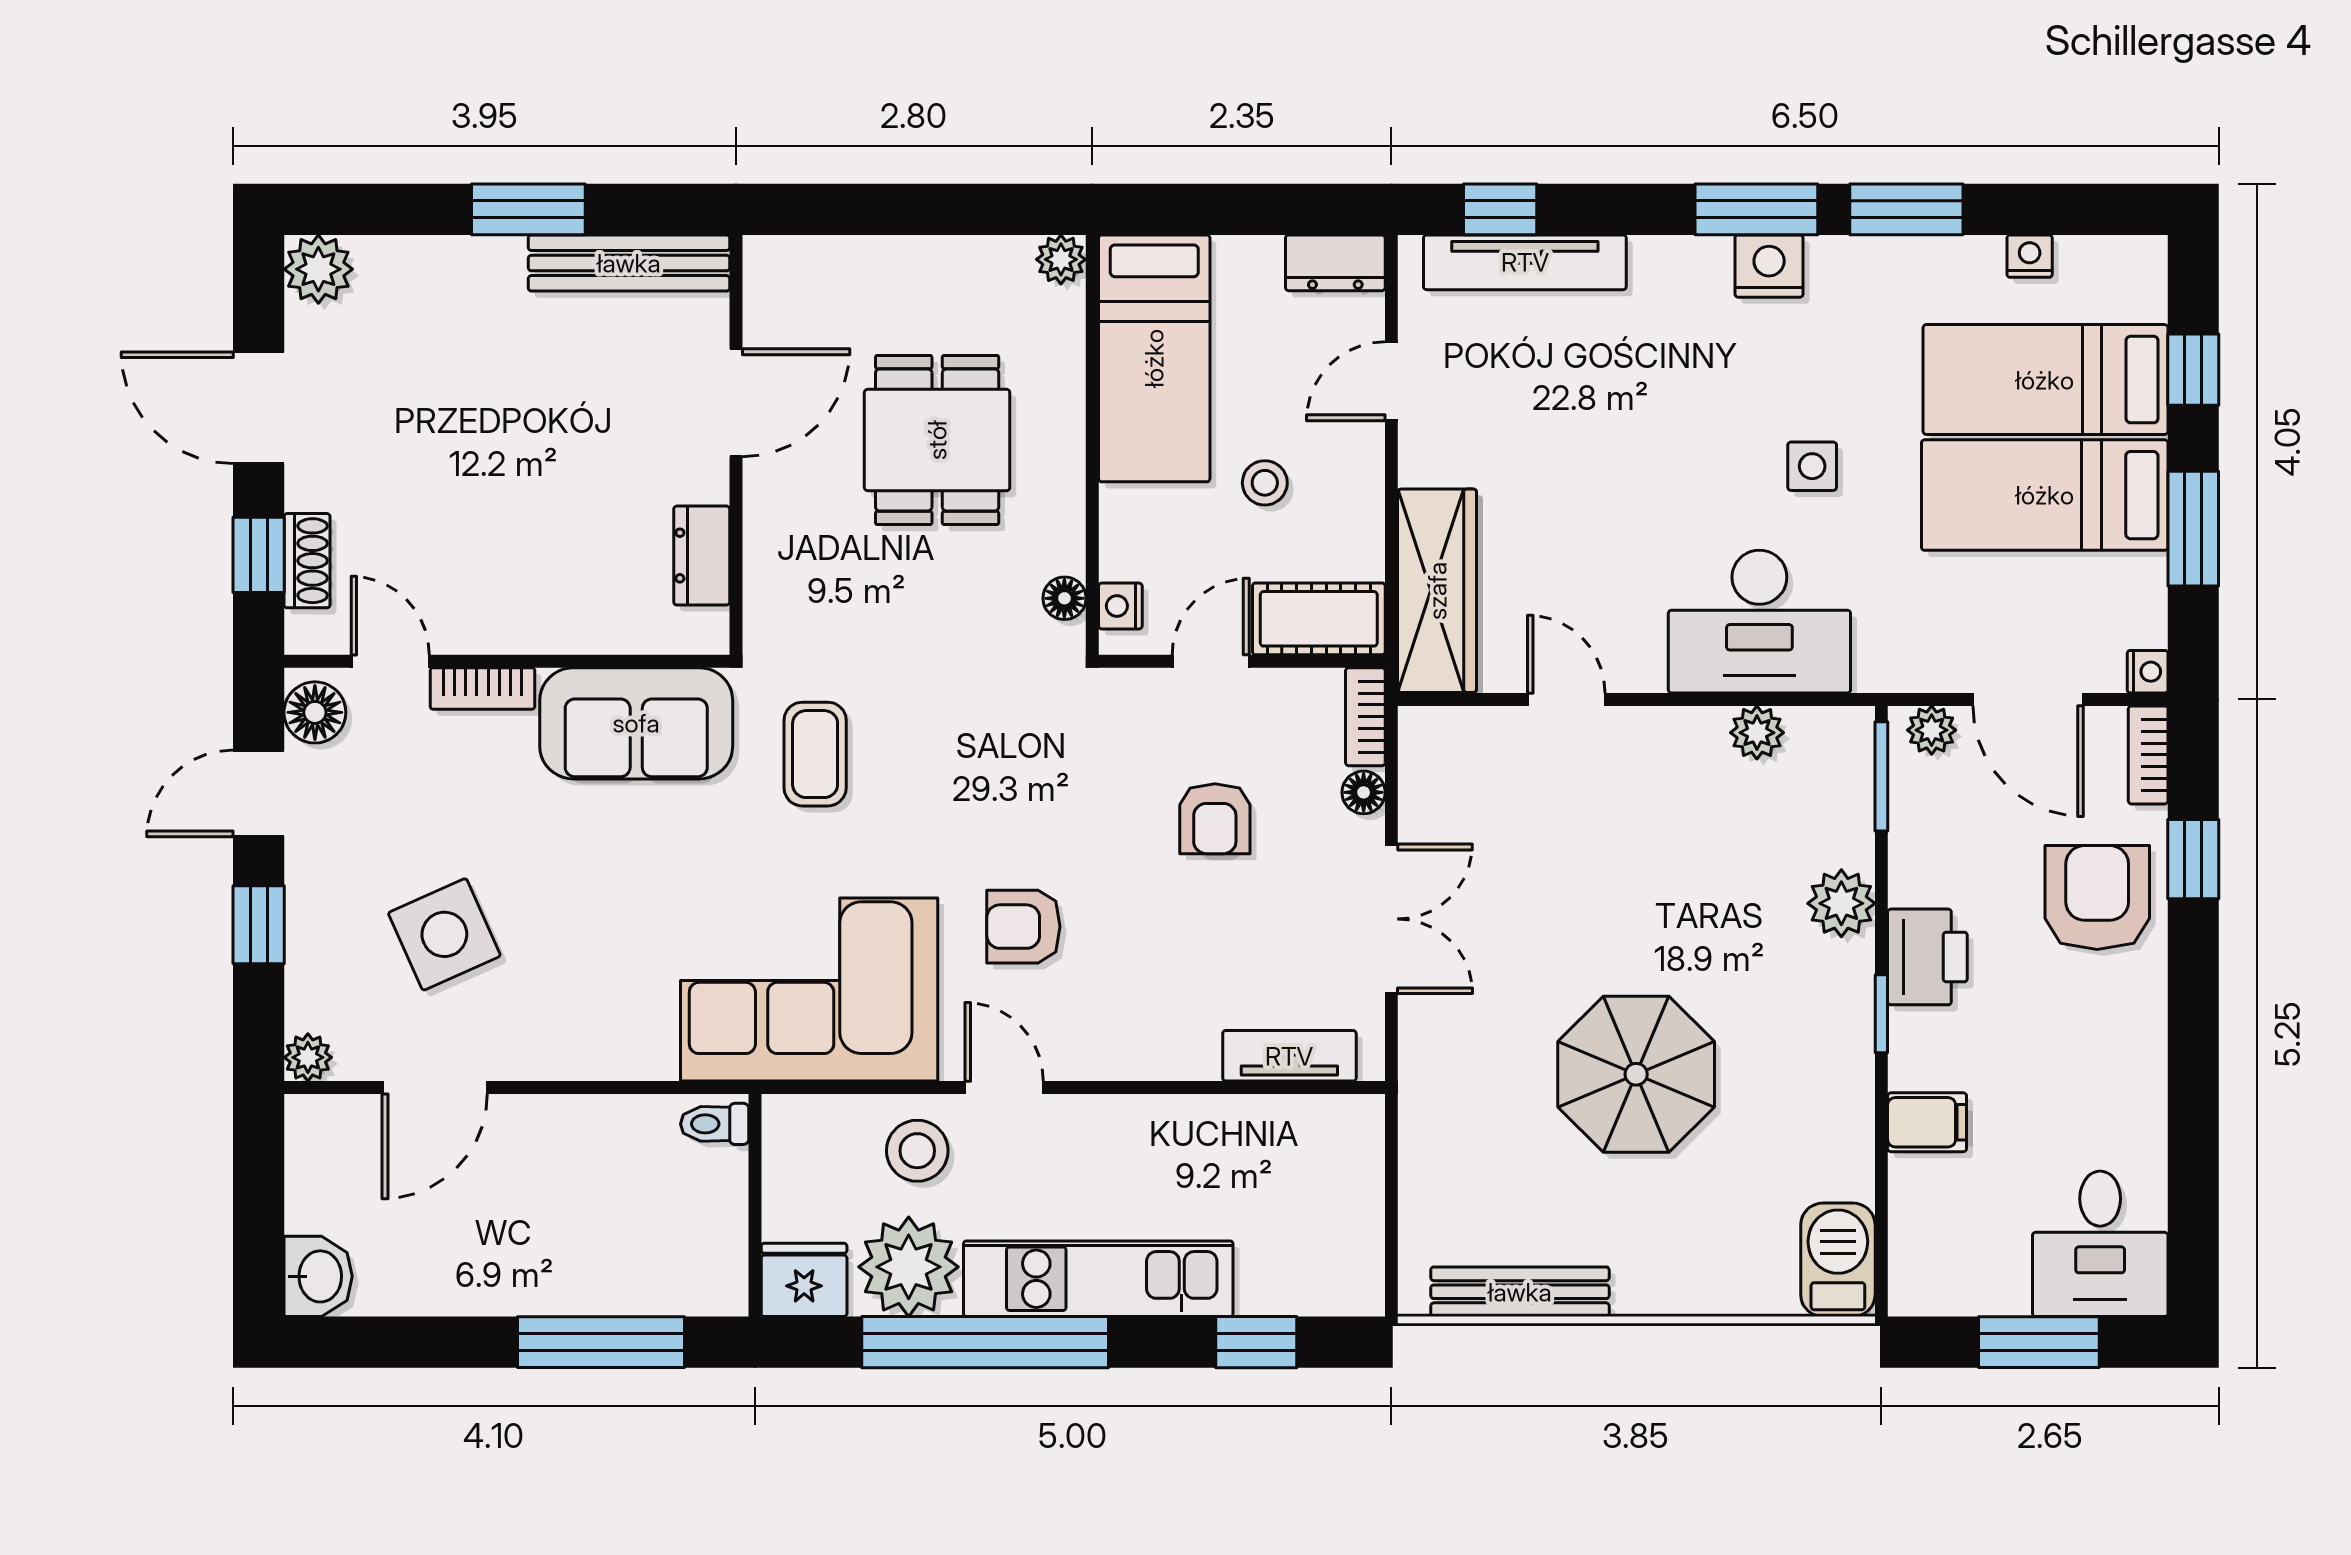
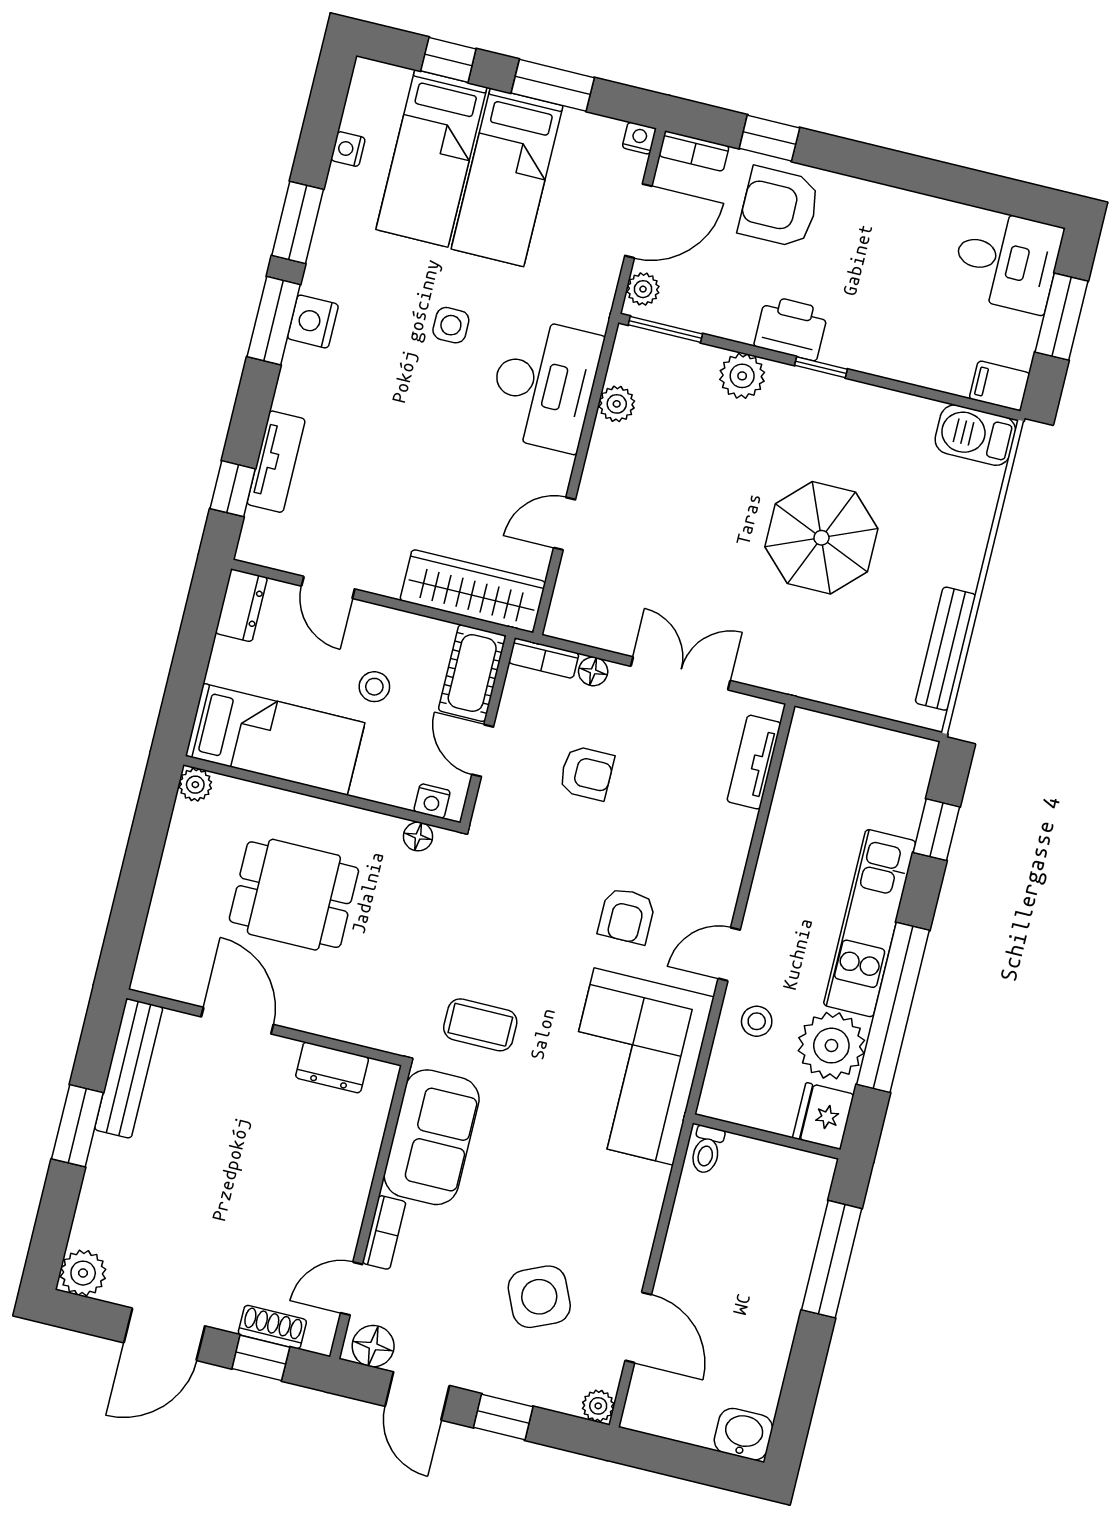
tv unit: (1525, 262) -> (276, 462), width x0.71
filing cabinet: (1927, 1122) -> (1000, 386), moved, turned -90
stool: (917, 1151) -> (757, 1021), width x0.73, depth x0.73

